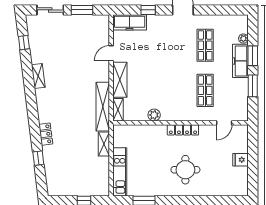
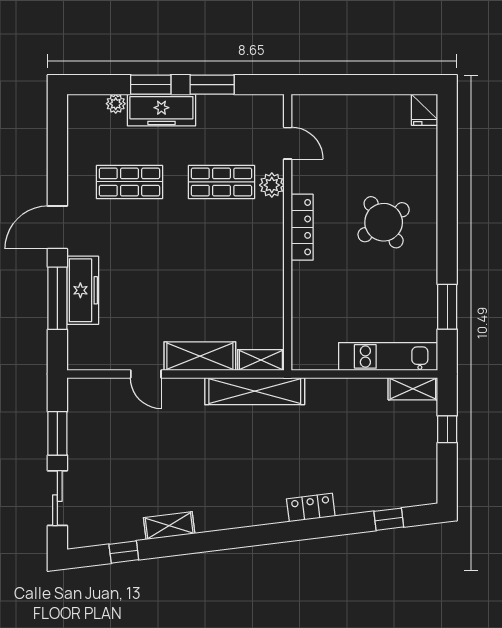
window: (148, 10) -> (57, 298), width x2.17
freezer: (130, 22) -> (83, 290), moved
shelving: (38, 76) -> (169, 526), moved
plant: (154, 115) -> (272, 185), moved
shelving: (104, 144) -> (413, 389), moved
window: (38, 158) -> (389, 519), moved
fridge: (241, 160) -> (425, 110), moved
round table: (185, 170) -> (384, 222), turned -34

